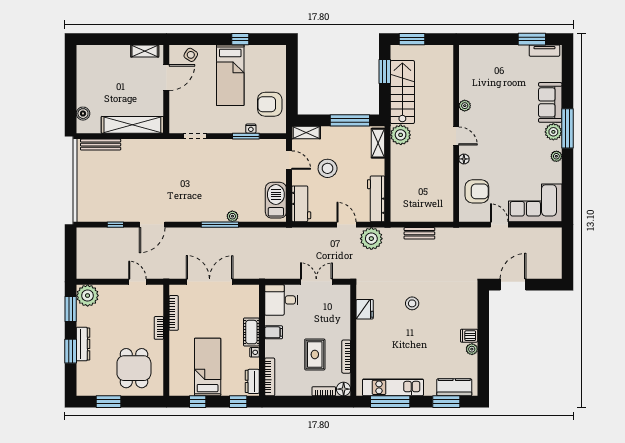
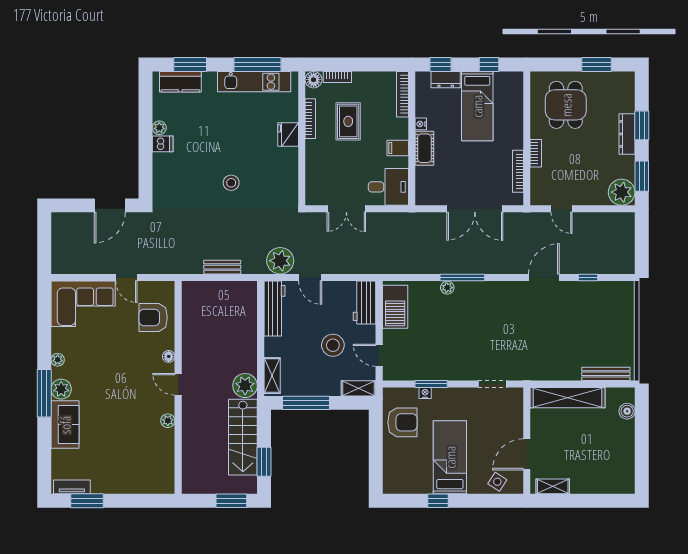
fridge: (365, 309) -> (288, 134), moved
dresser: (252, 381) -> (446, 80), moved, turned 90

